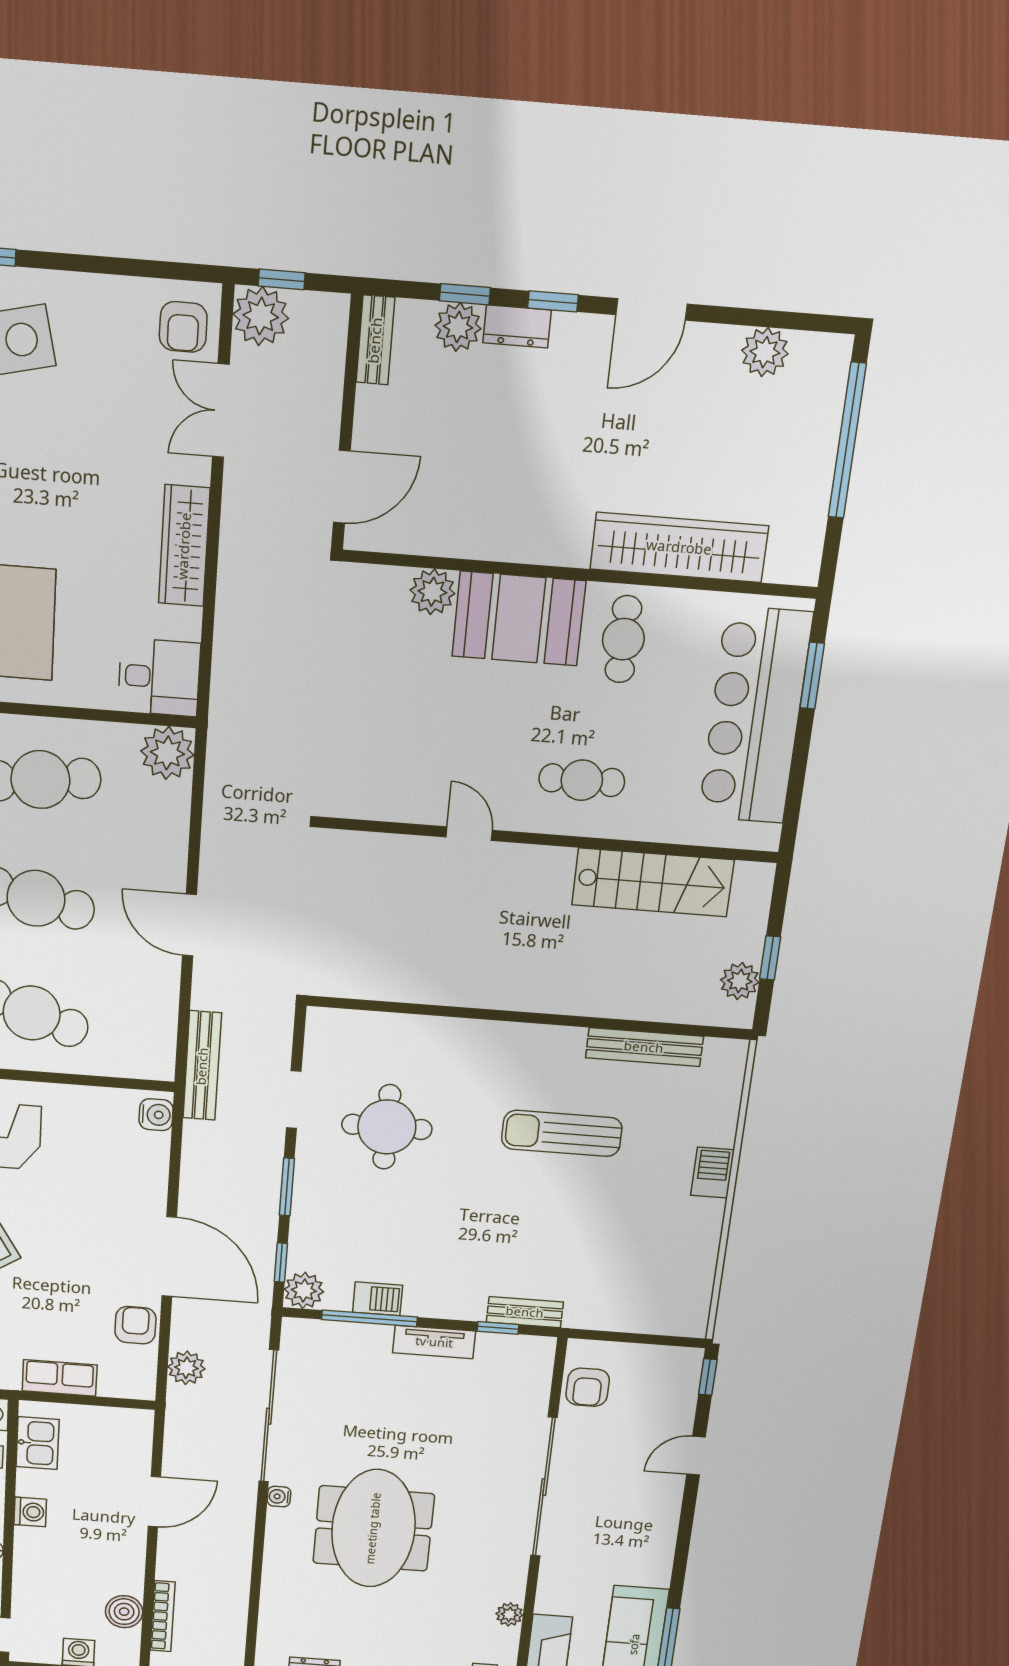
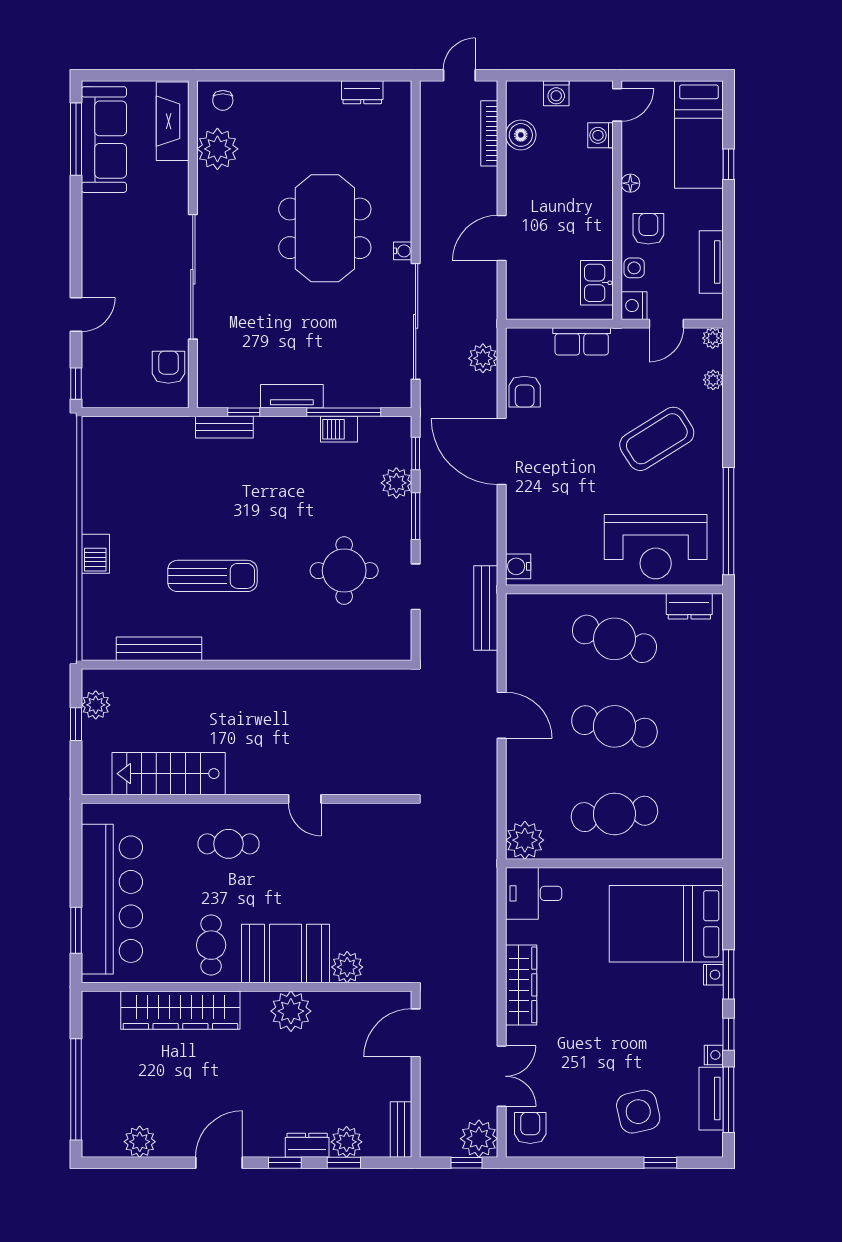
plant: (520, 533) -> (291, 1011), added
plant: (304, 1290) -> (396, 483), moved
washing machine: (30, 1512) -> (600, 135), moved
plant: (509, 1614) -> (217, 149), width x1.88, depth x1.88

